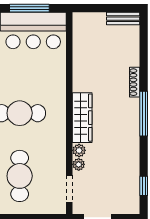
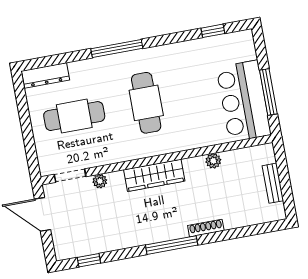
bench: (123, 19) -> (273, 183), moved
plant: (79, 150) -> (213, 161), moved

